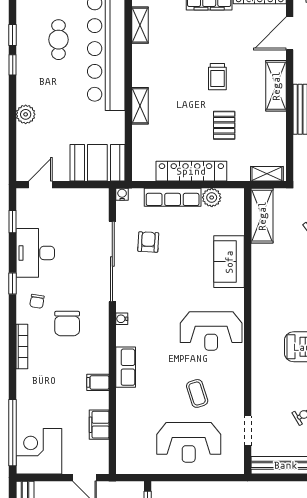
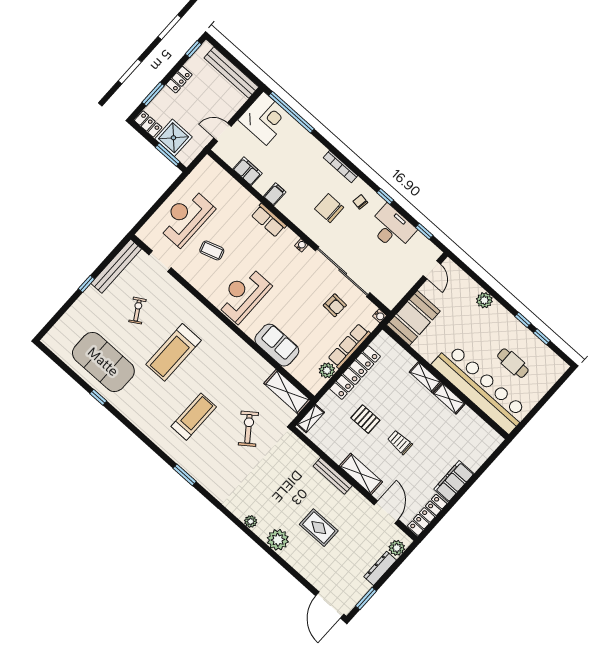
shelving: (140, 25) -> (449, 399), moved

